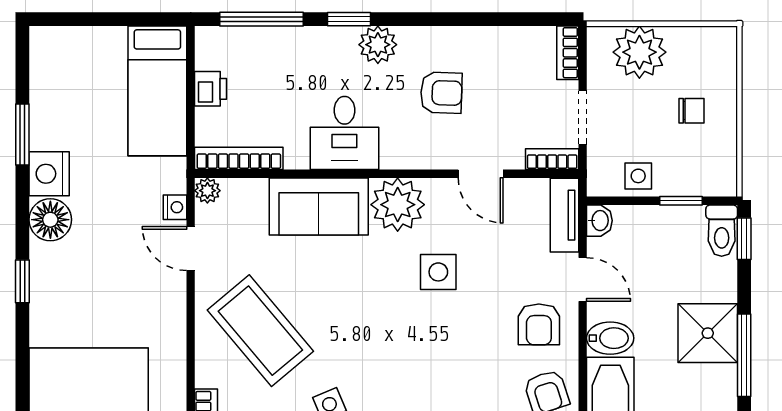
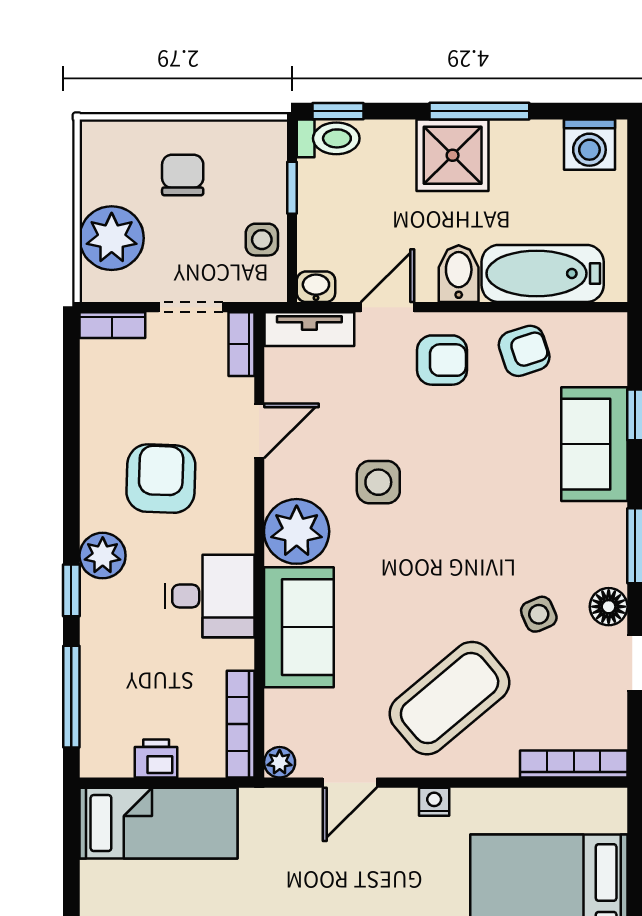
armchair: (441, 93) -> (161, 479), width x1.38, depth x1.38
chair: (691, 111) -> (183, 175), width x1.37, depth x1.37
nightstand: (175, 207) -> (434, 802), moved

